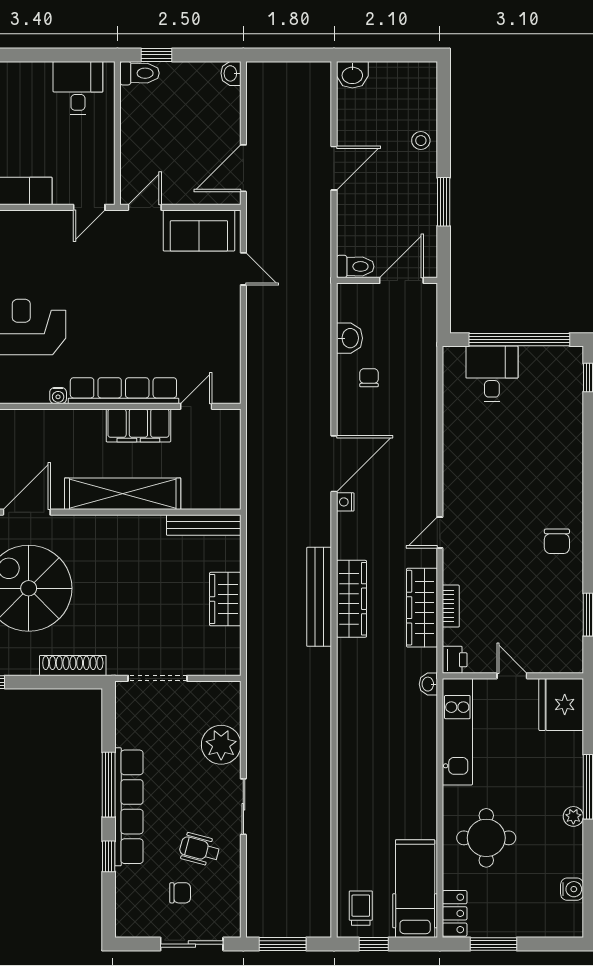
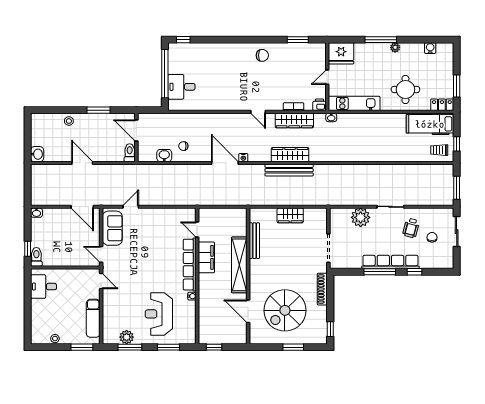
bench: (204, 525) -> (254, 241), moved

